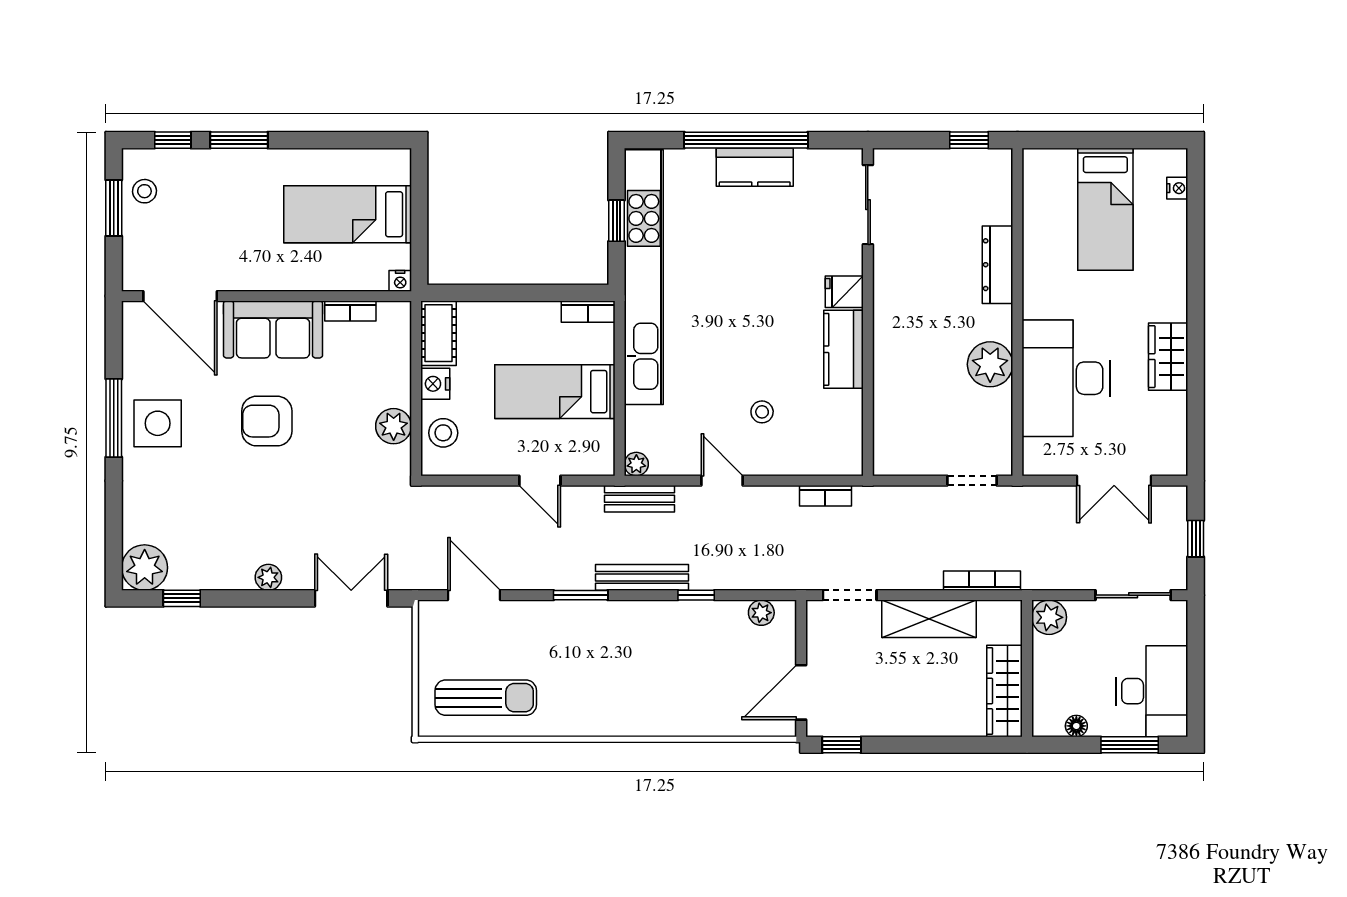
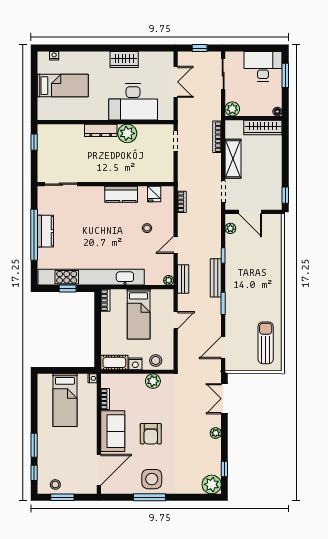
dresser: (997, 265) -> (101, 130), moved
fridge: (844, 292) -> (154, 194), moved
door: (801, 692) -> (250, 212), moved
floor lamp: (1076, 726) -> (277, 112), moved

